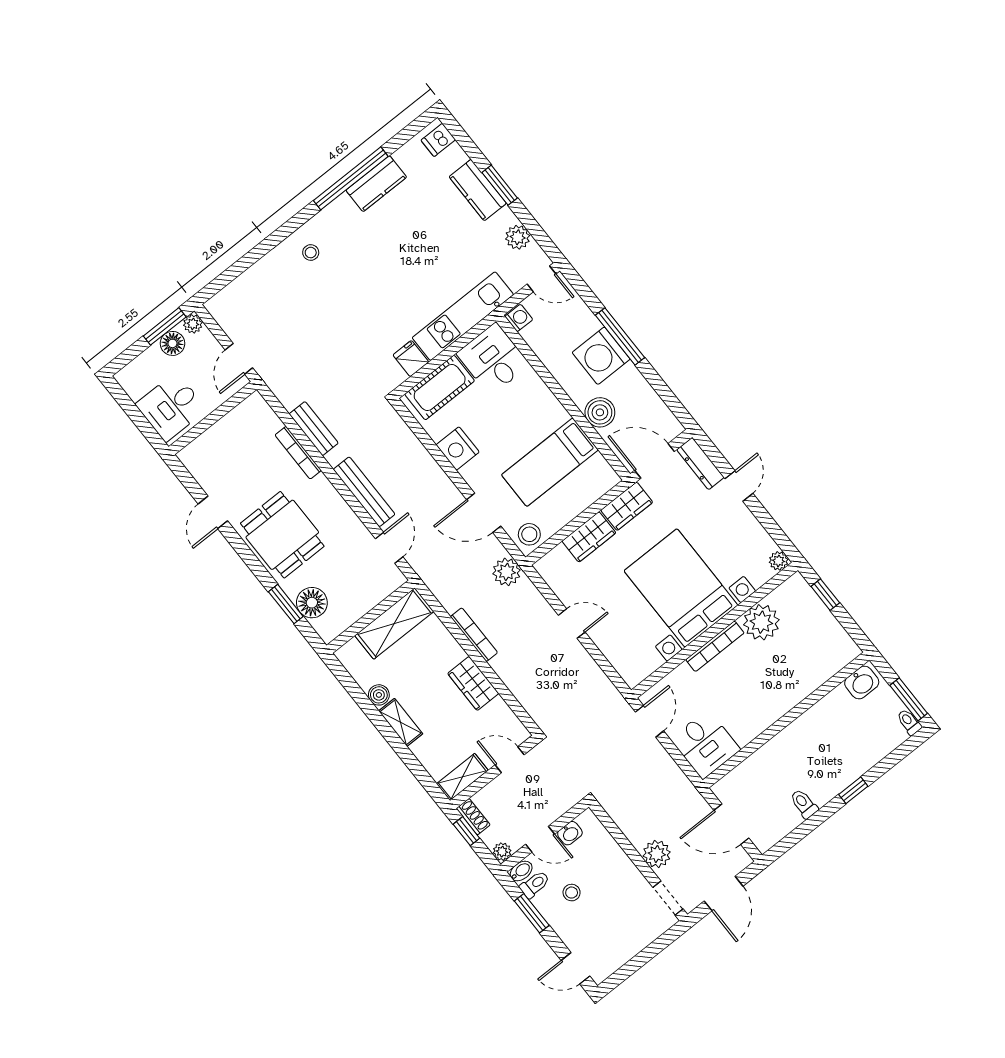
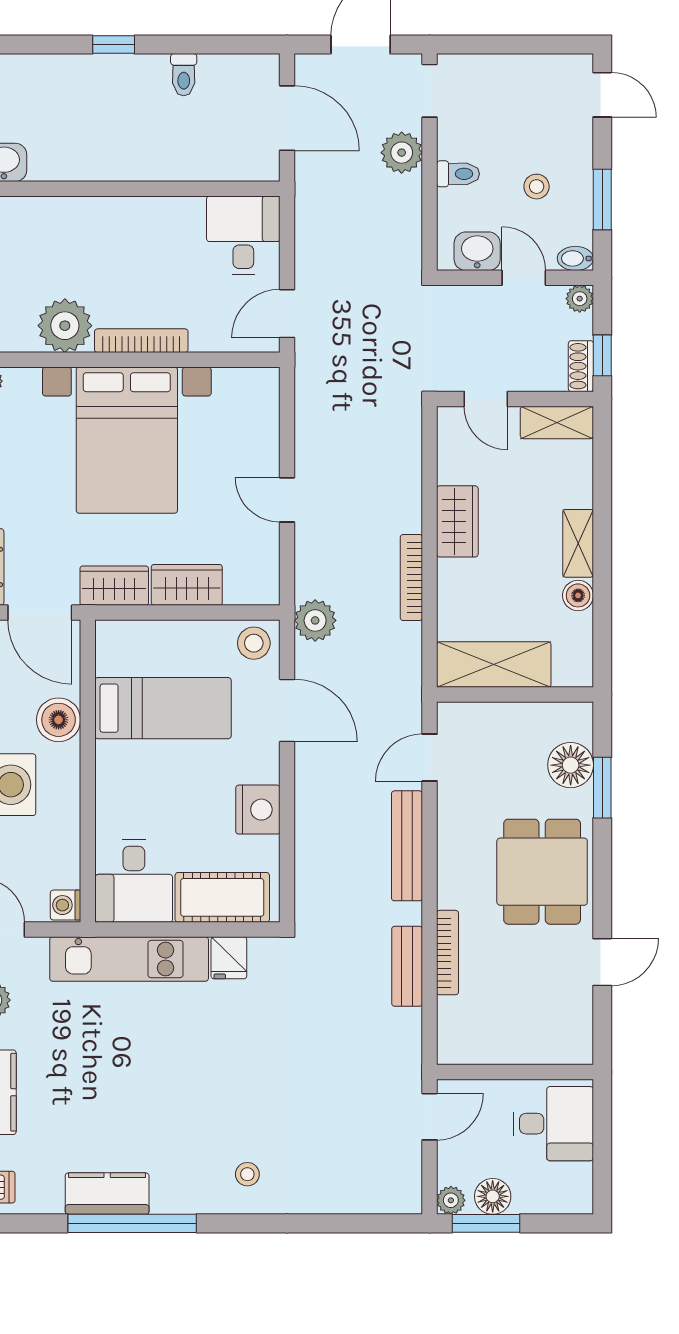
washbasin: (570, 833) -> (477, 251), width x1.38, depth x1.45
toilet: (535, 884) -> (458, 174), moved, turned 180

